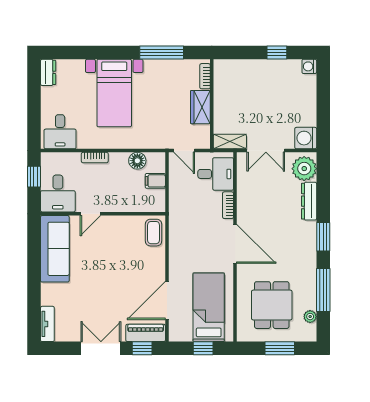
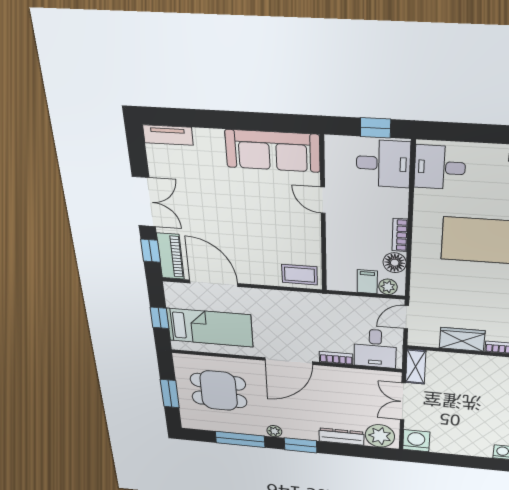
bookcase: (95, 158) -> (400, 235), moved
plant: (158, 165) -> (388, 287), added
desk: (58, 194) -> (383, 164), moved, turned 180
plant: (310, 317) -> (274, 431), moved

